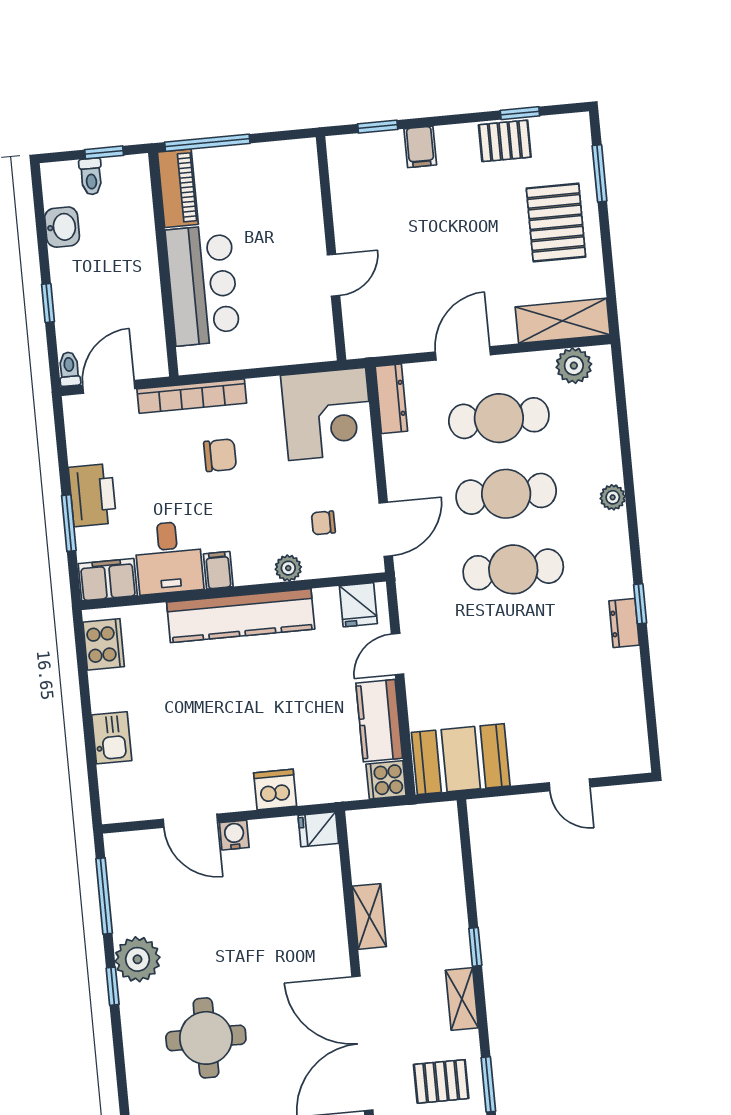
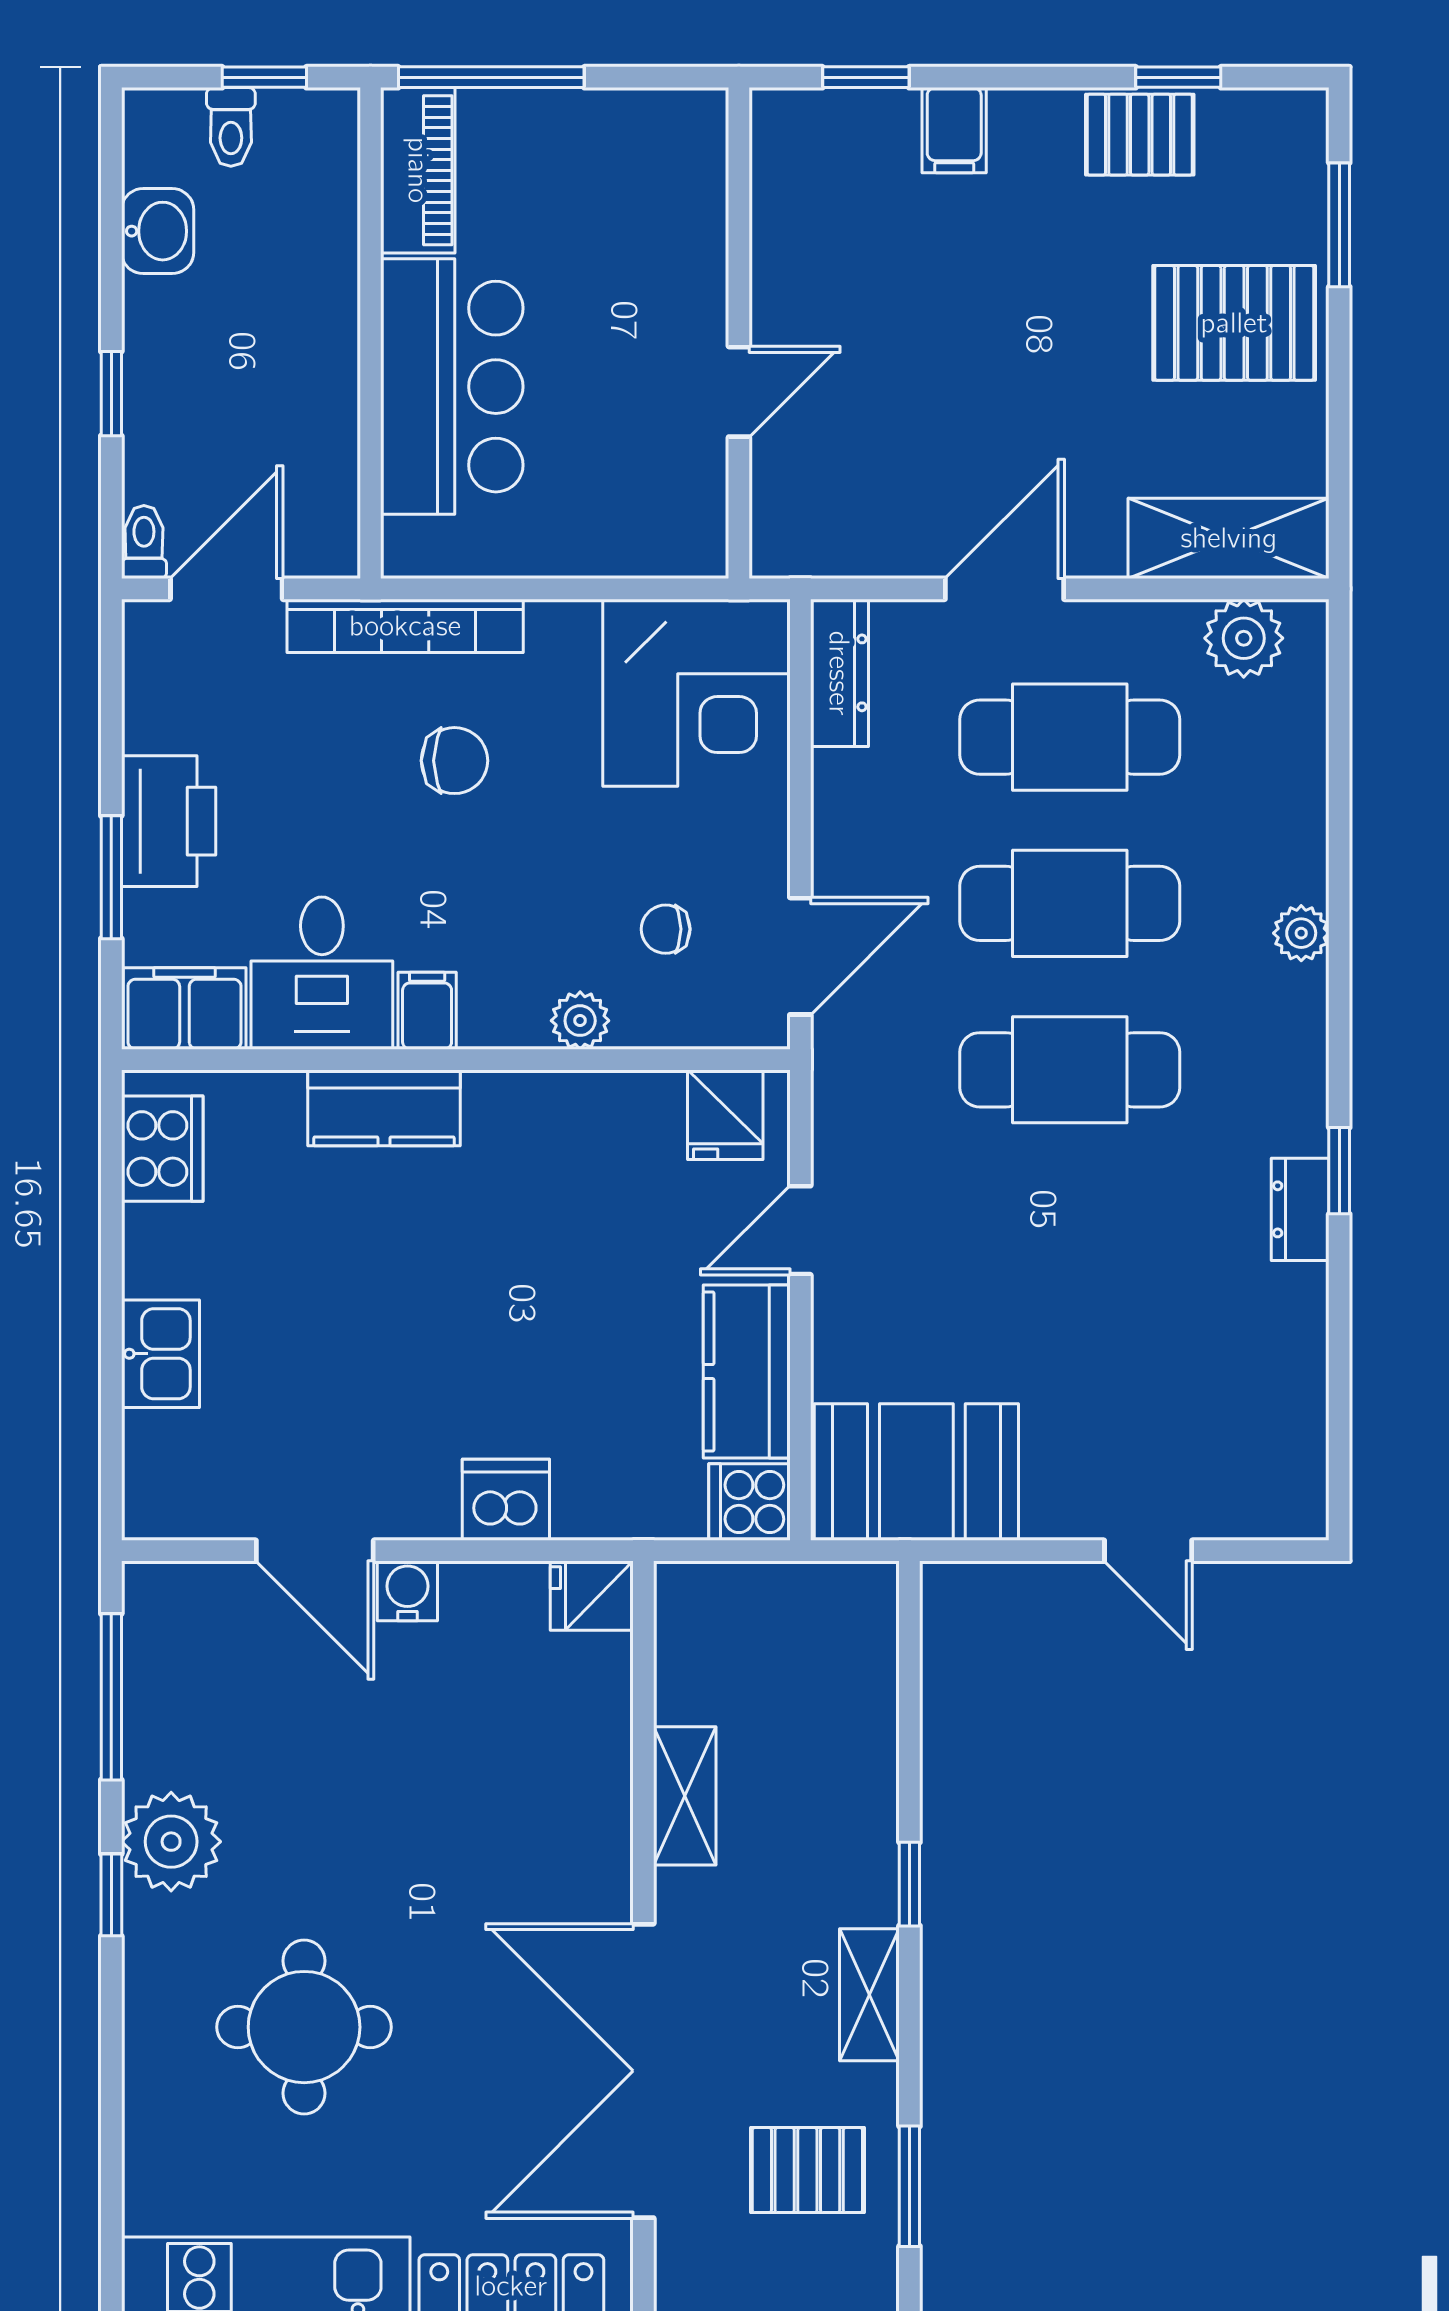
pallet: (556, 223) -> (1234, 323), turned 90
kitchen counter: (241, 616) -> (384, 1108), width x0.48, depth x0.86

